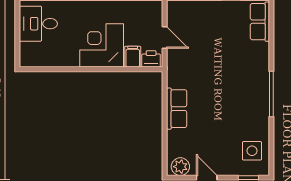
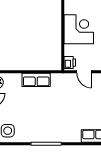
door: (165, 38) -> (84, 72), hinge flipped
filing cabinet: (133, 57) -> (71, 50), removed

